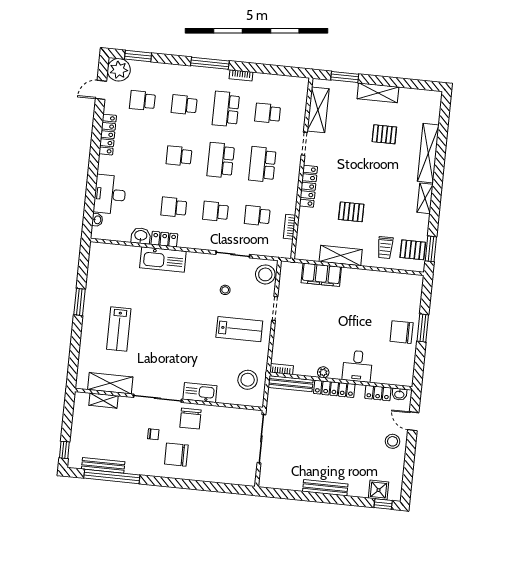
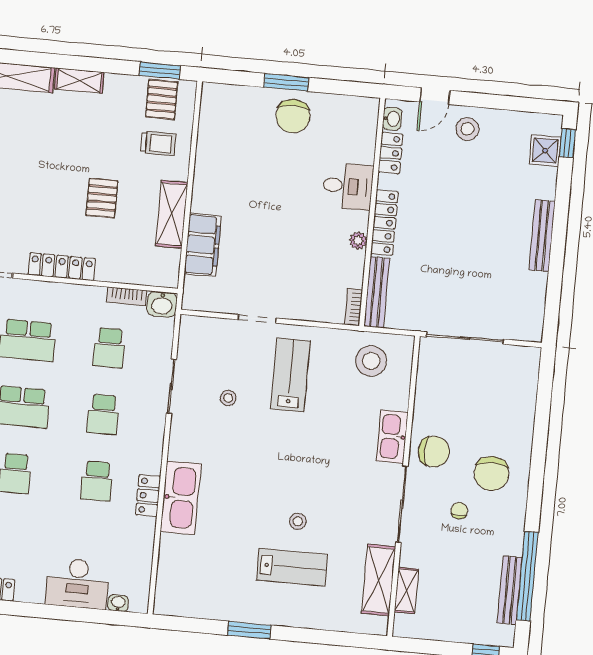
washbasin: (141, 236) -> (162, 304), moved, turned -90
stool: (265, 274) -> (298, 521), moved, width x0.53, depth x0.53

